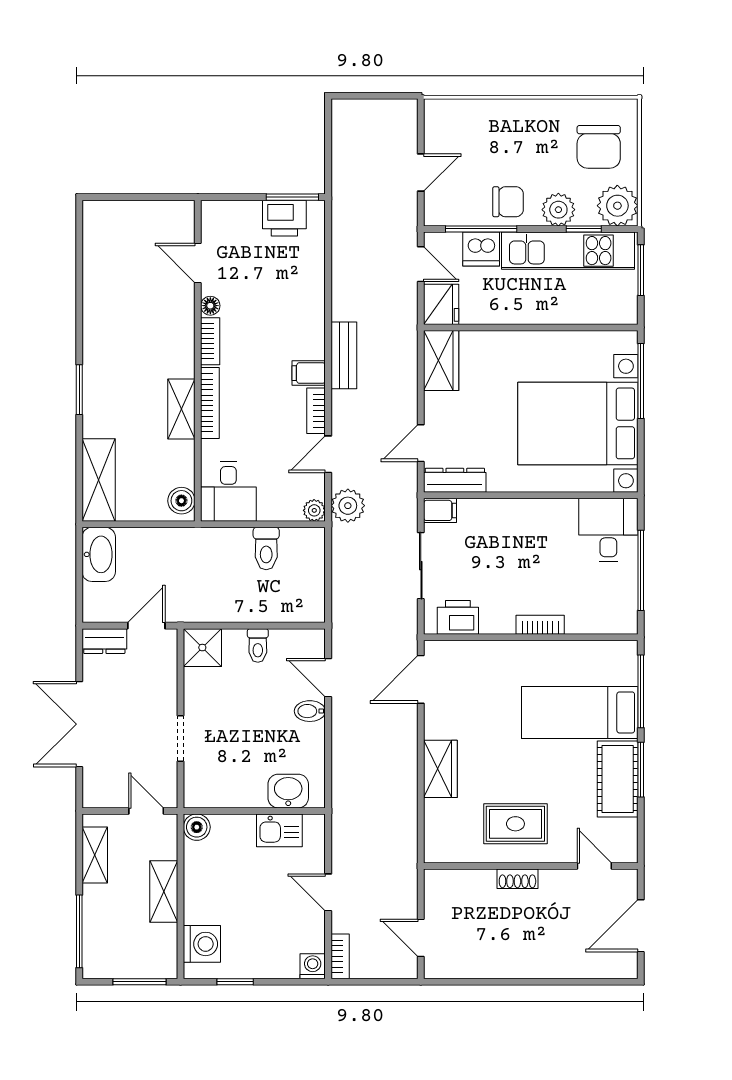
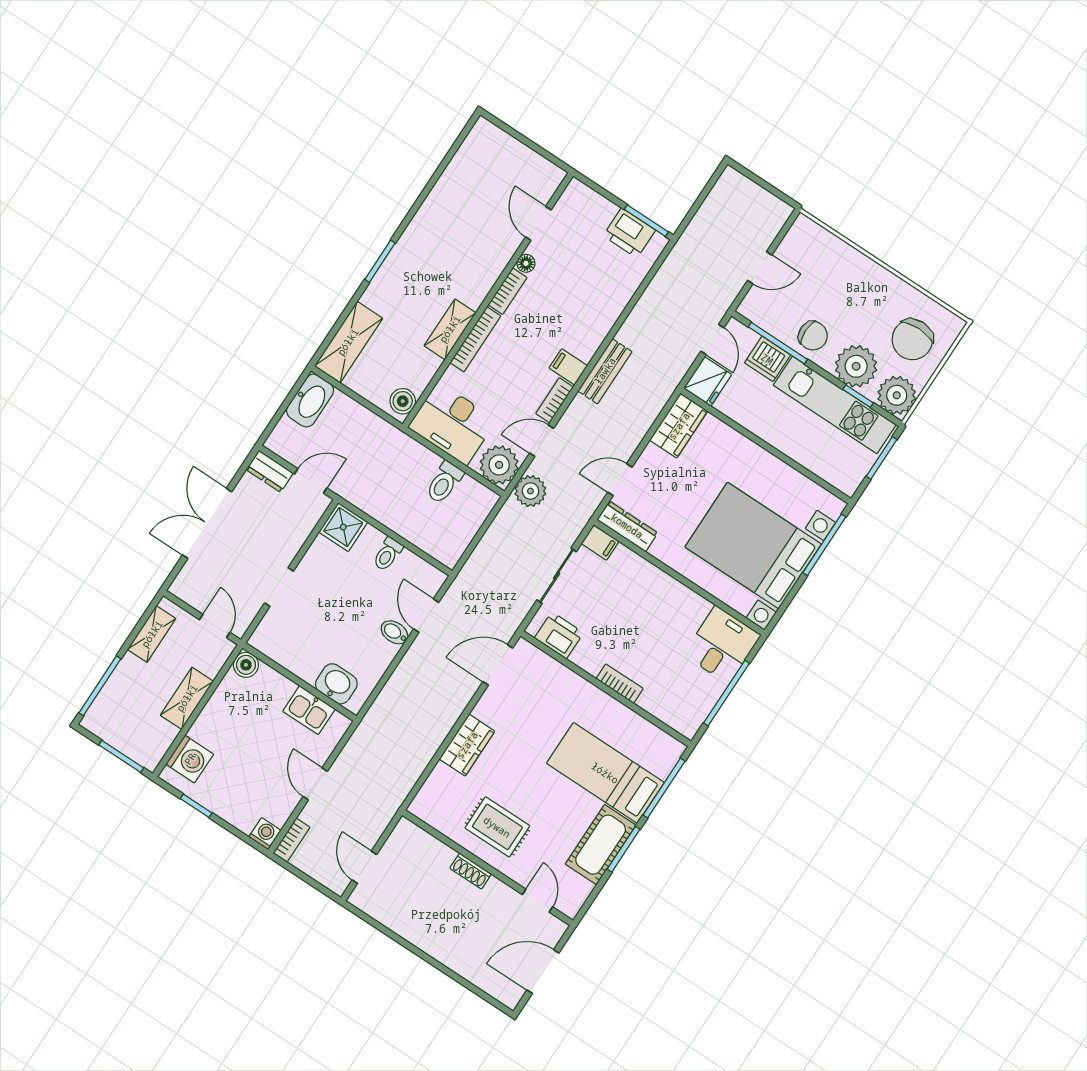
plant: (558, 210) -> (856, 366), width x1.36, depth x1.36
desk: (228, 492) -> (452, 424), width x1.37
plant: (314, 510) -> (499, 465), width x1.88, depth x1.88

